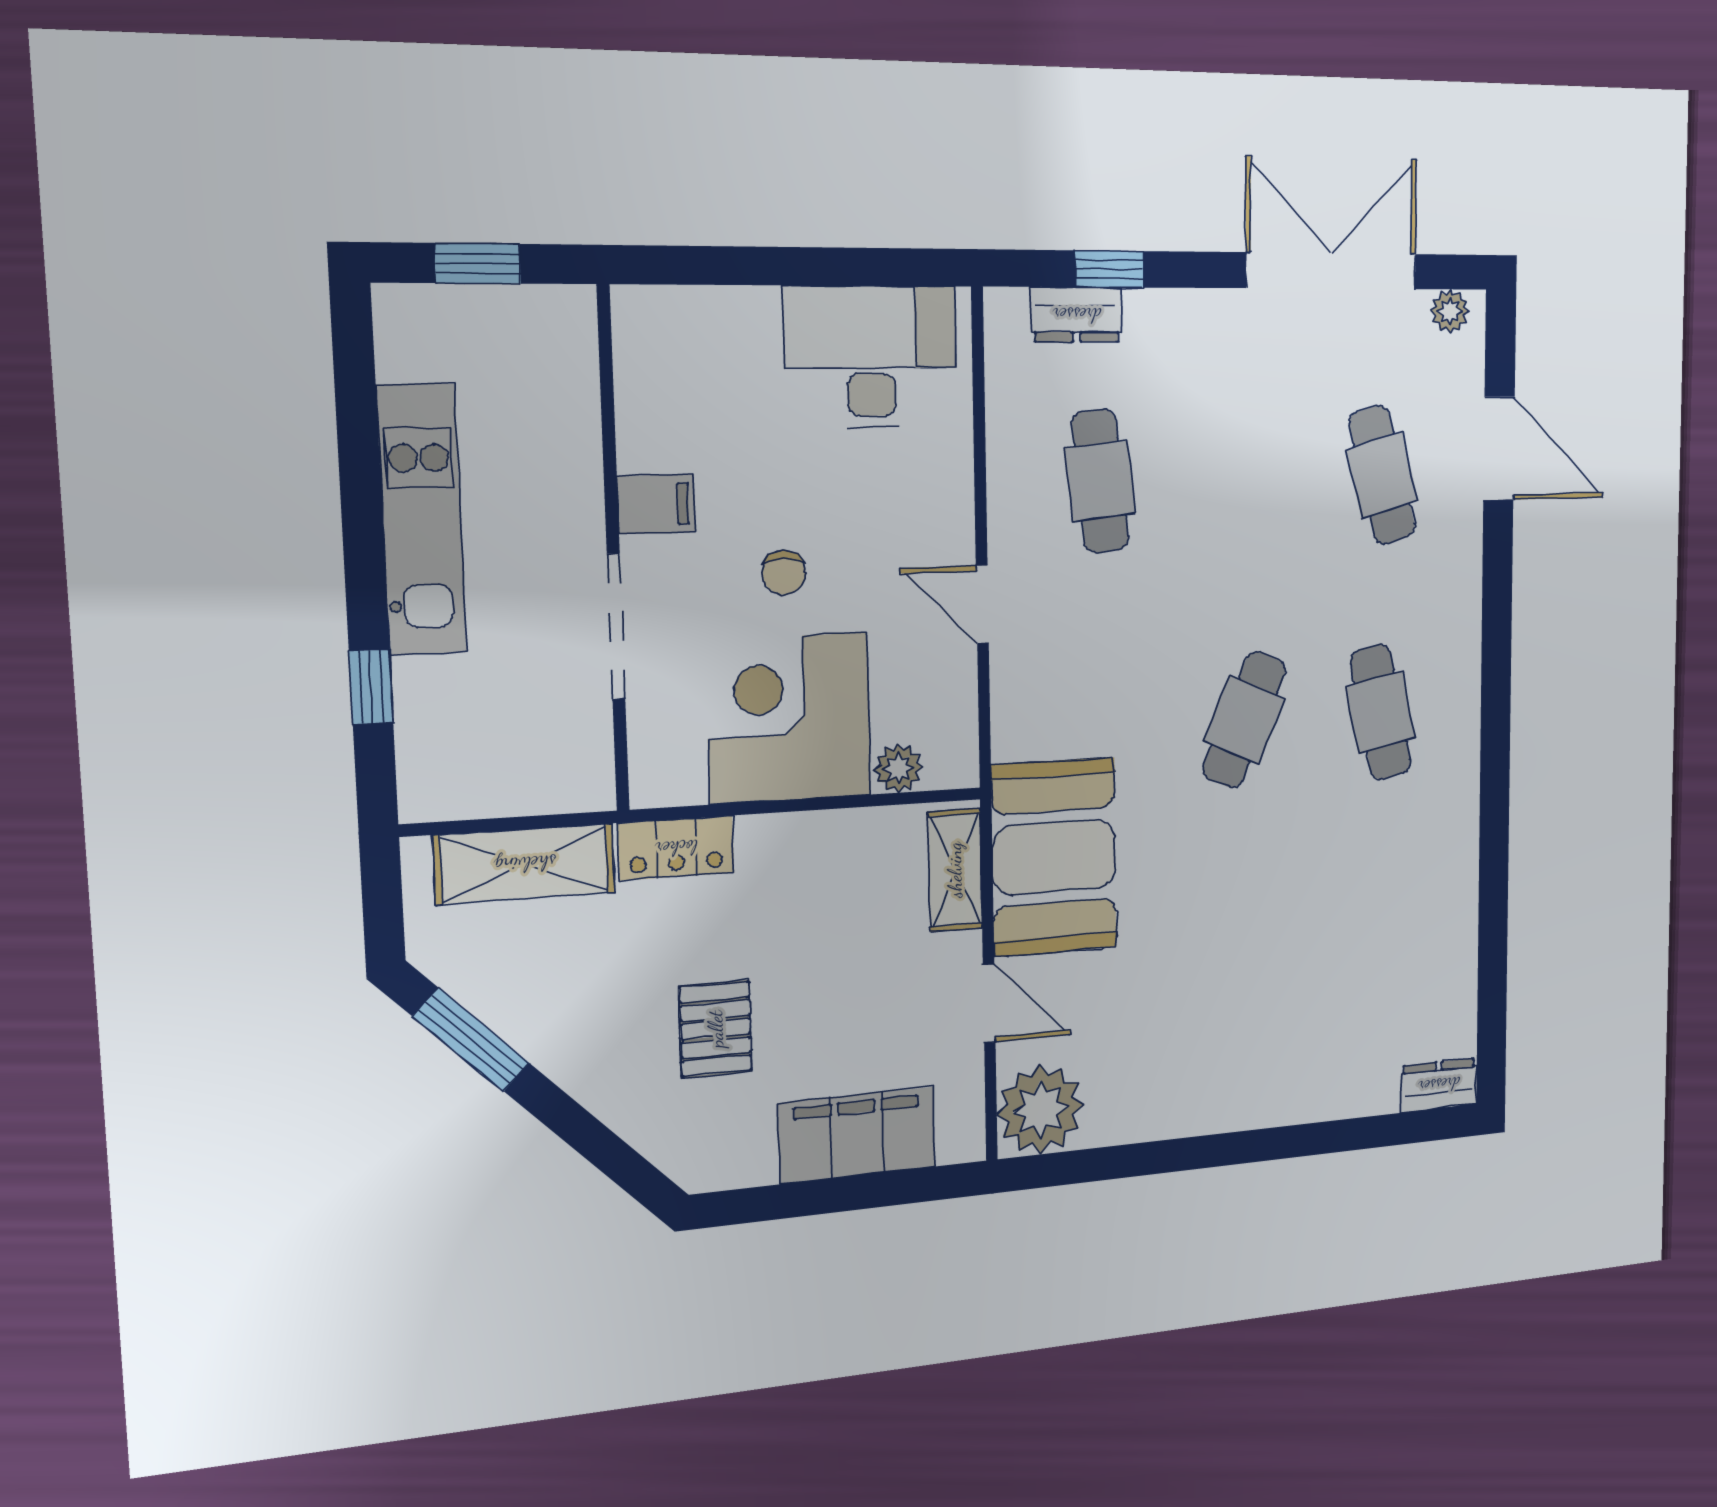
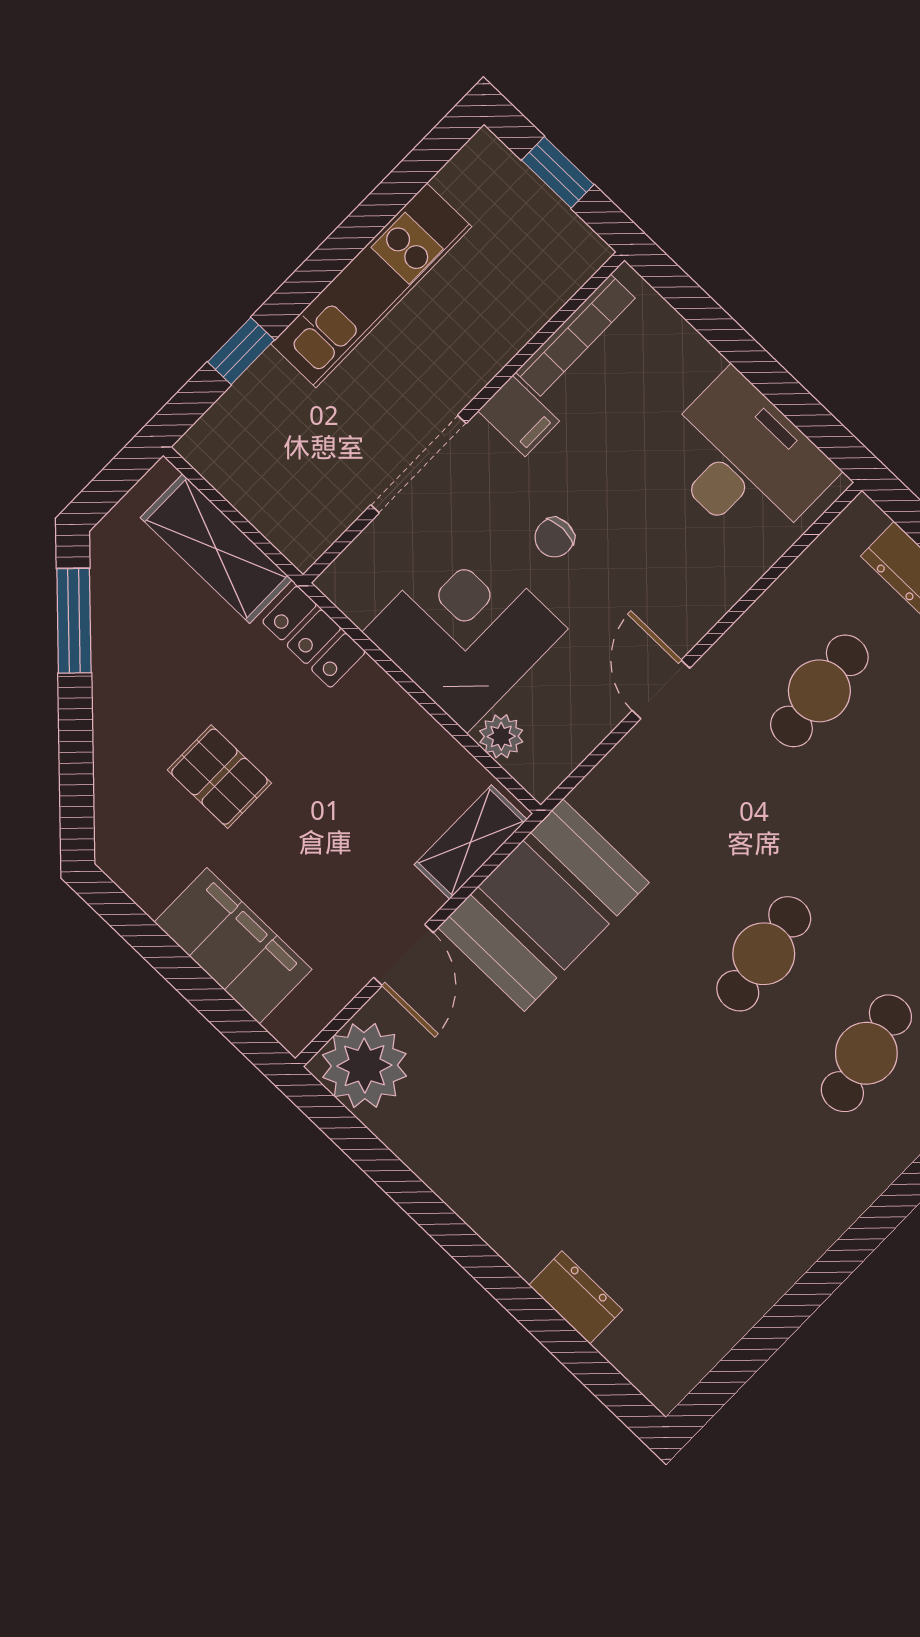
bookcase: (634, 390) -> (575, 335), added
cafe table: (1244, 720) -> (764, 954), turned -33
pallet: (716, 1029) -> (219, 777), turned 90
dresser: (1439, 1085) -> (576, 1297), moved

